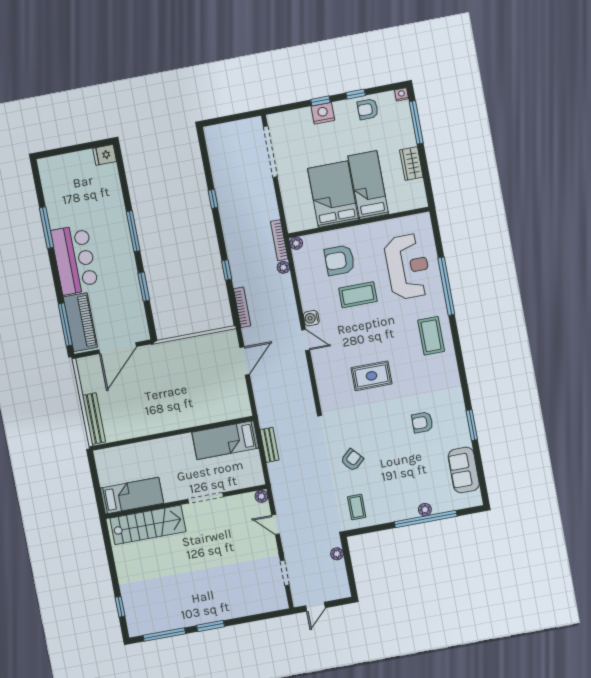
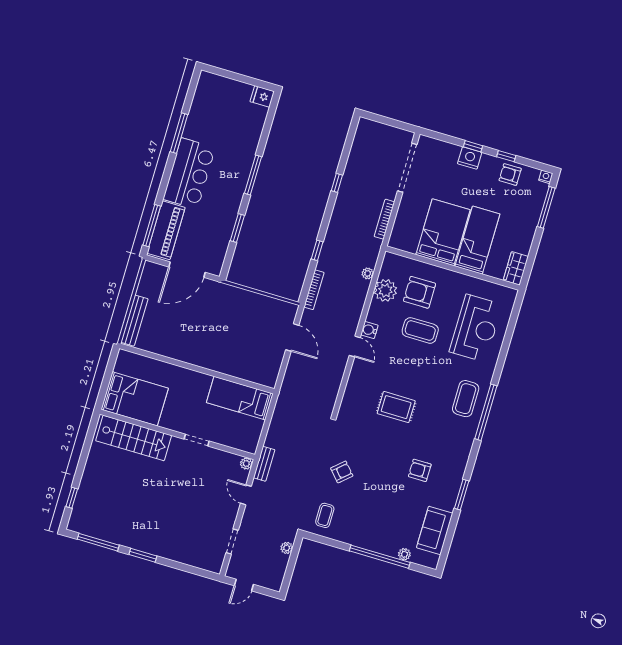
wardrobe: (411, 164) -> (516, 268), moved
bookcase: (279, 240) -> (384, 219), moved
plant: (296, 243) -> (385, 290), moved, width x1.88, depth x1.88
window: (446, 286) -> (486, 412), moved
door: (245, 361) -> (292, 337), hinge flipped
bench: (269, 445) -> (264, 464), moved
bed: (132, 496) -> (135, 399), width x1.50
doorway: (206, 498) -> (197, 440), width x0.73
plant: (425, 510) -> (404, 554), moved

